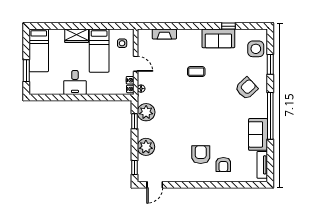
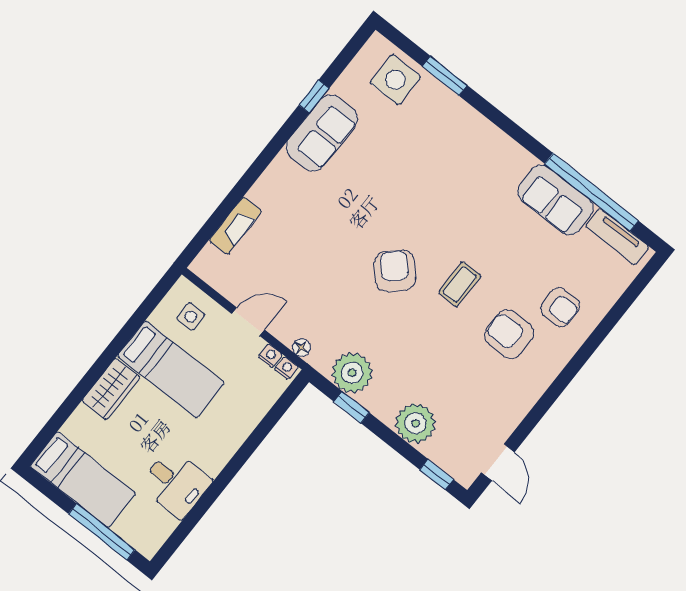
window: (26, 71) -> (102, 532), width x1.44
coffee table: (196, 72) -> (460, 284), moved
desk: (75, 82) -> (176, 483), moved
armchair: (246, 88) -> (395, 271), moved
window: (270, 116) -> (592, 192), moved

